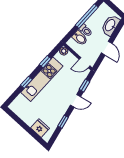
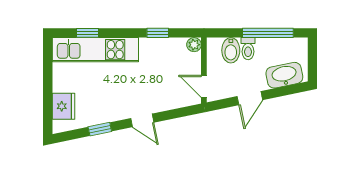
kitchen unit: (42, 79) -> (95, 50), moved
window: (26, 82) -> (87, 33), moved
window: (85, 85) -> (174, 114), removed

